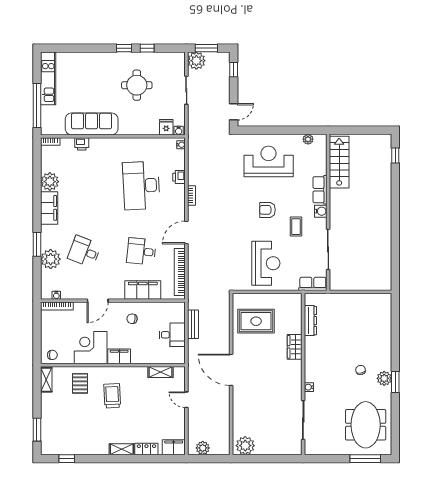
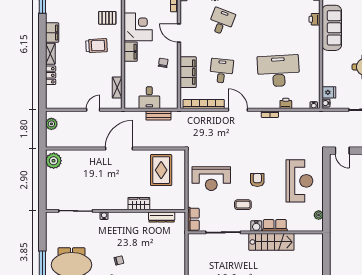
stairs: (339, 162) -> (271, 242), moved
filing cabinet: (174, 447) -> (52, 33), moved

